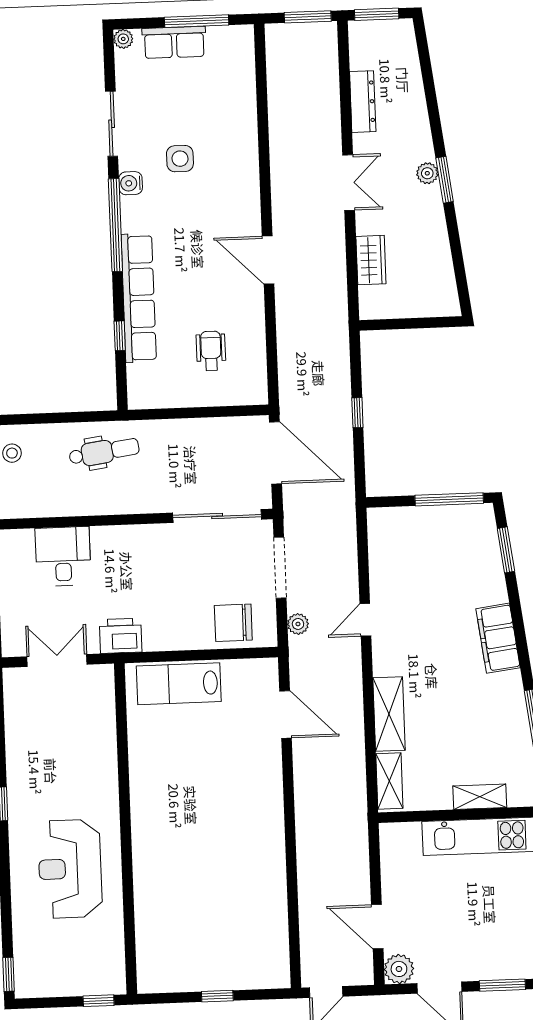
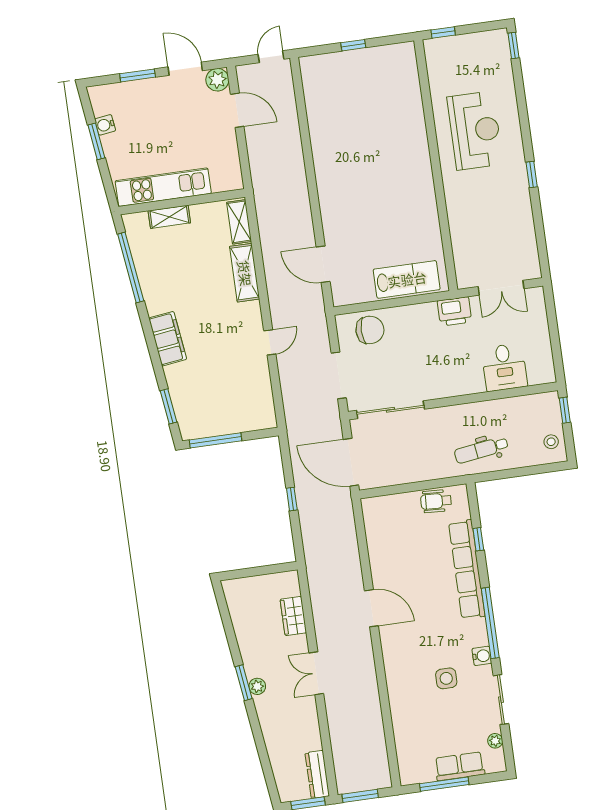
plant: (123, 39) -> (495, 741), moved
dresser: (363, 102) -> (317, 774), moved
wheelchair: (211, 351) -> (436, 501), moved, turned 93
plant: (298, 624) -> (321, 334), removed

